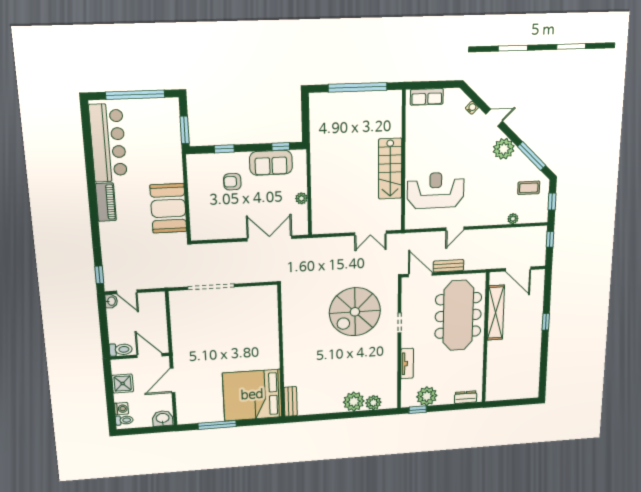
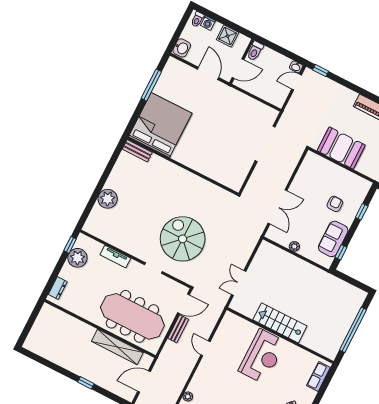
reception desk: (436, 190) -> (262, 356), moved
plant: (373, 403) -> (97, 213), removed

